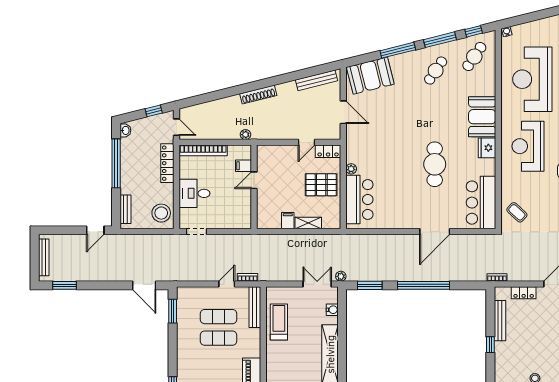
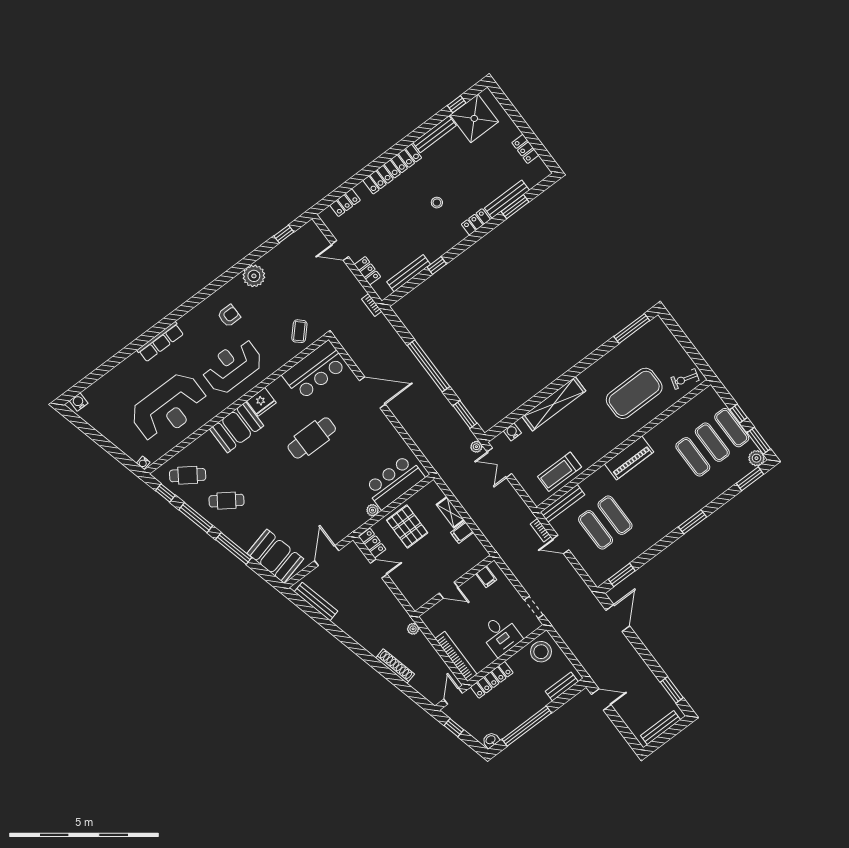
shoe rack: (258, 95) -> (395, 666), moved
reception desk: (528, 146) -> (232, 366), turned 180
filing cabinet: (244, 166) -> (486, 577), moved

